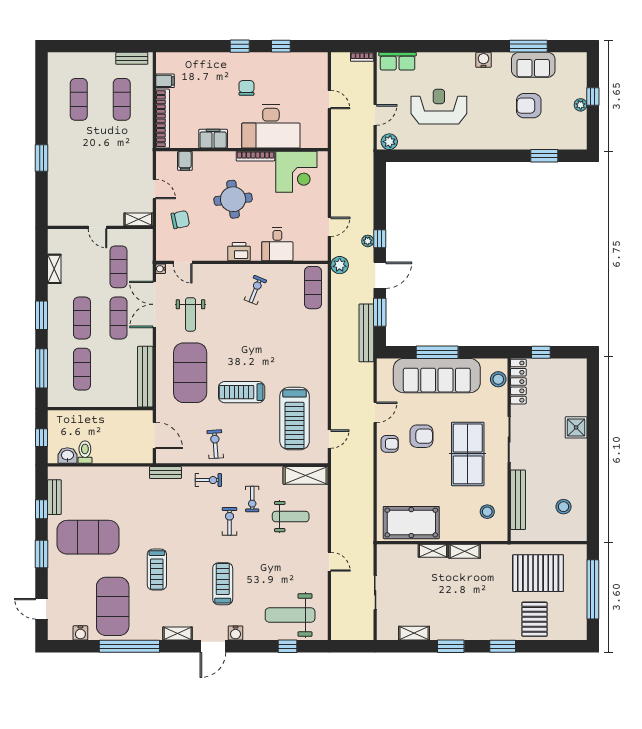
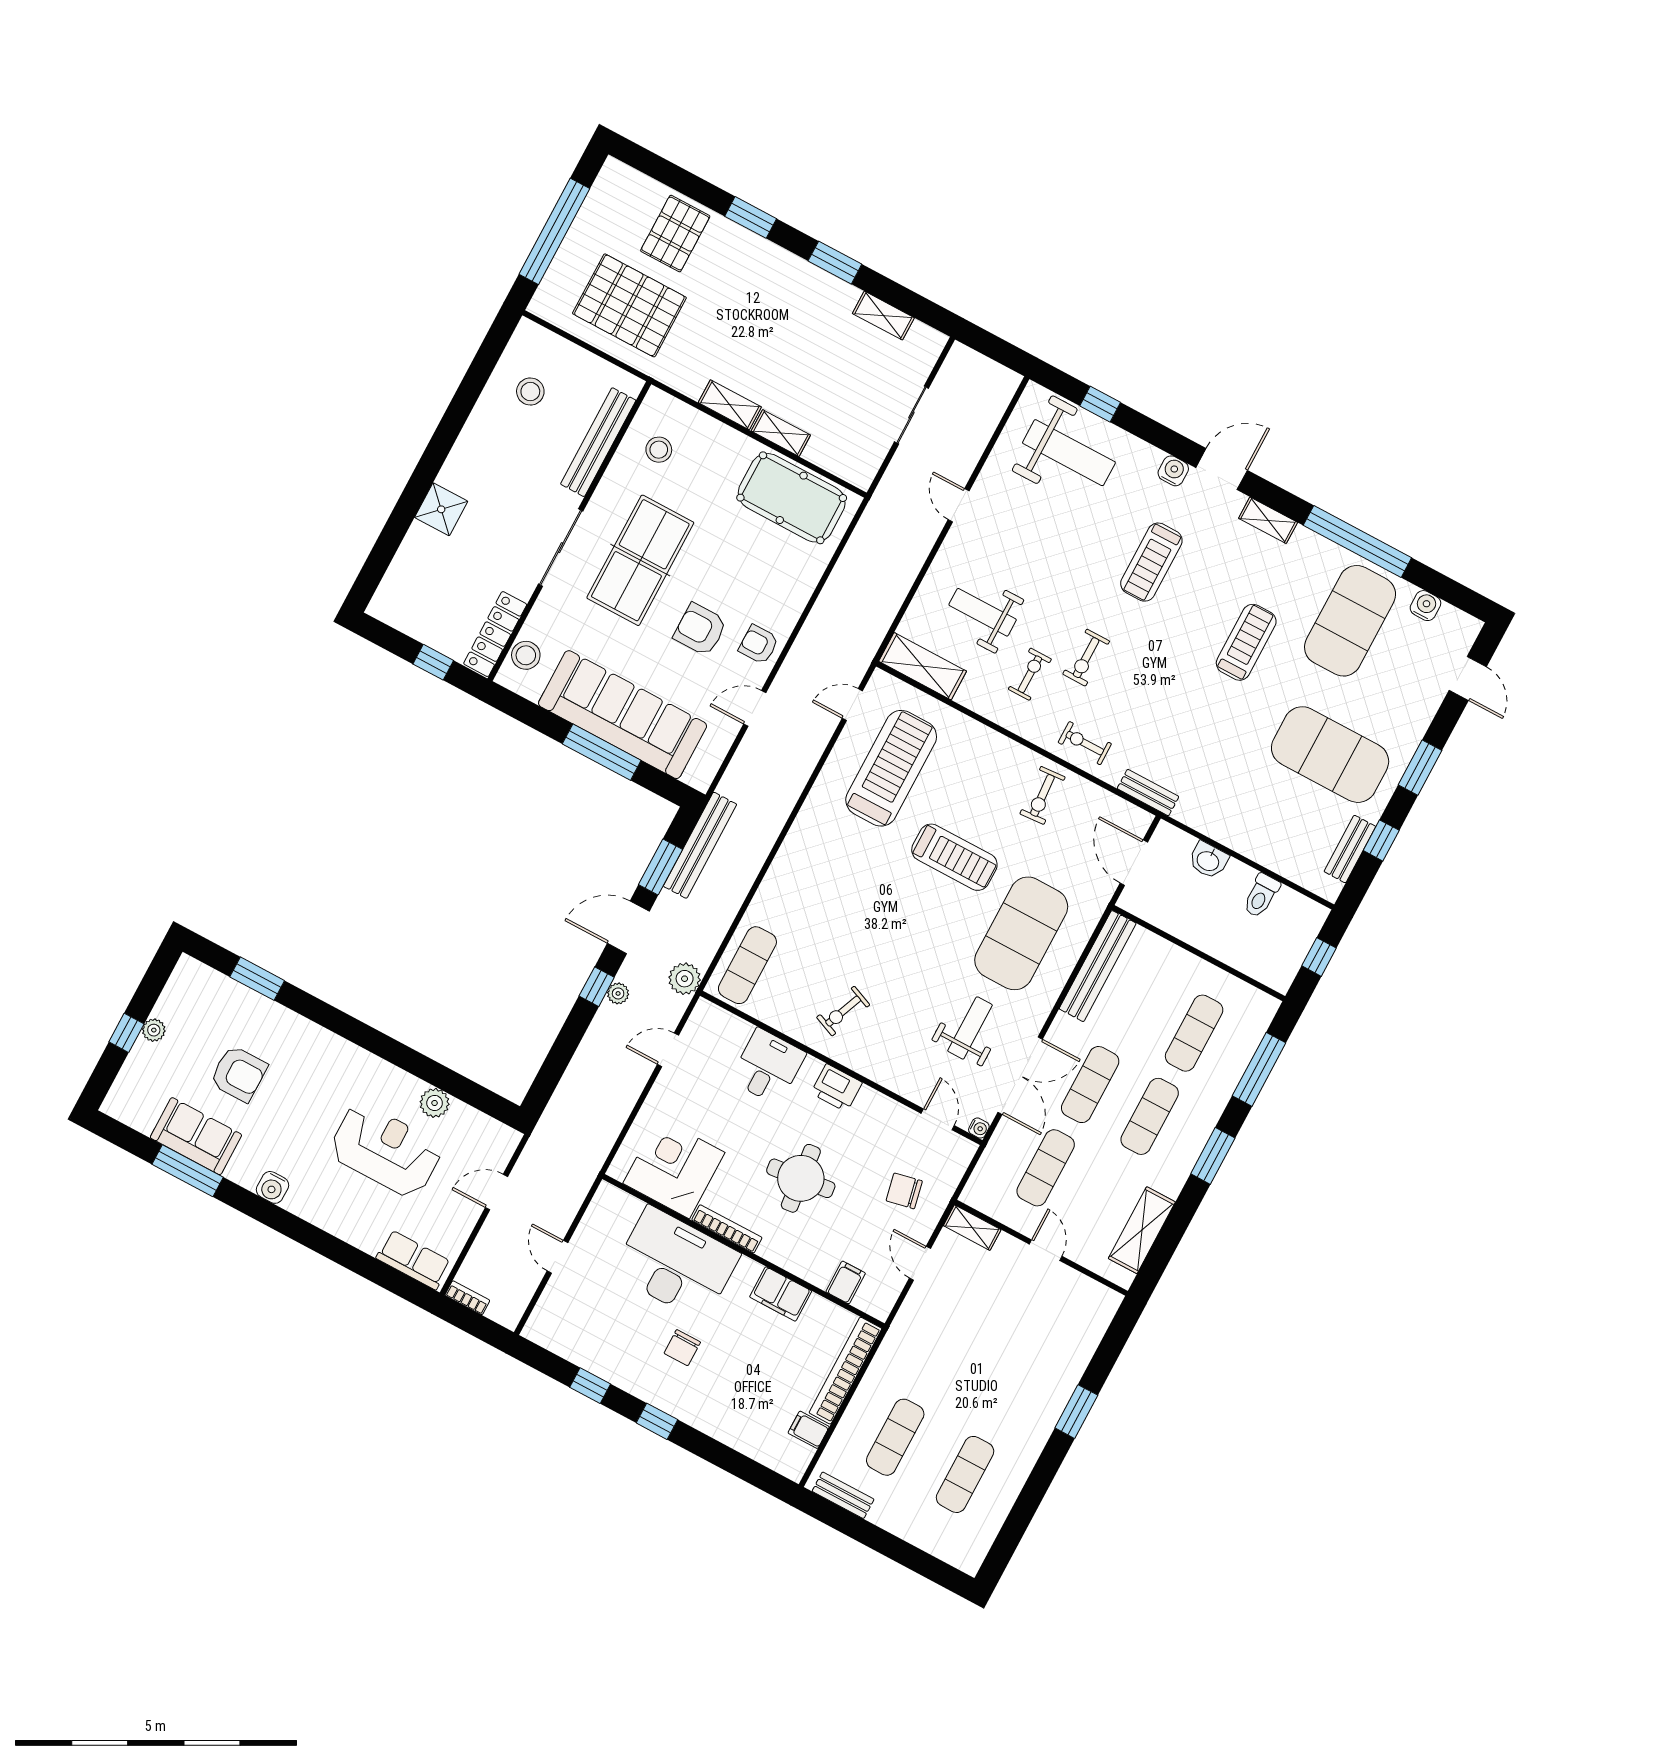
reception desk: (439, 107) -> (386, 1150), turned 180
plant: (389, 142) -> (435, 1103), moved
shelving: (54, 269) -> (1142, 1230), width x1.50, depth x1.33
washbasin: (67, 456) -> (1208, 860), moved

